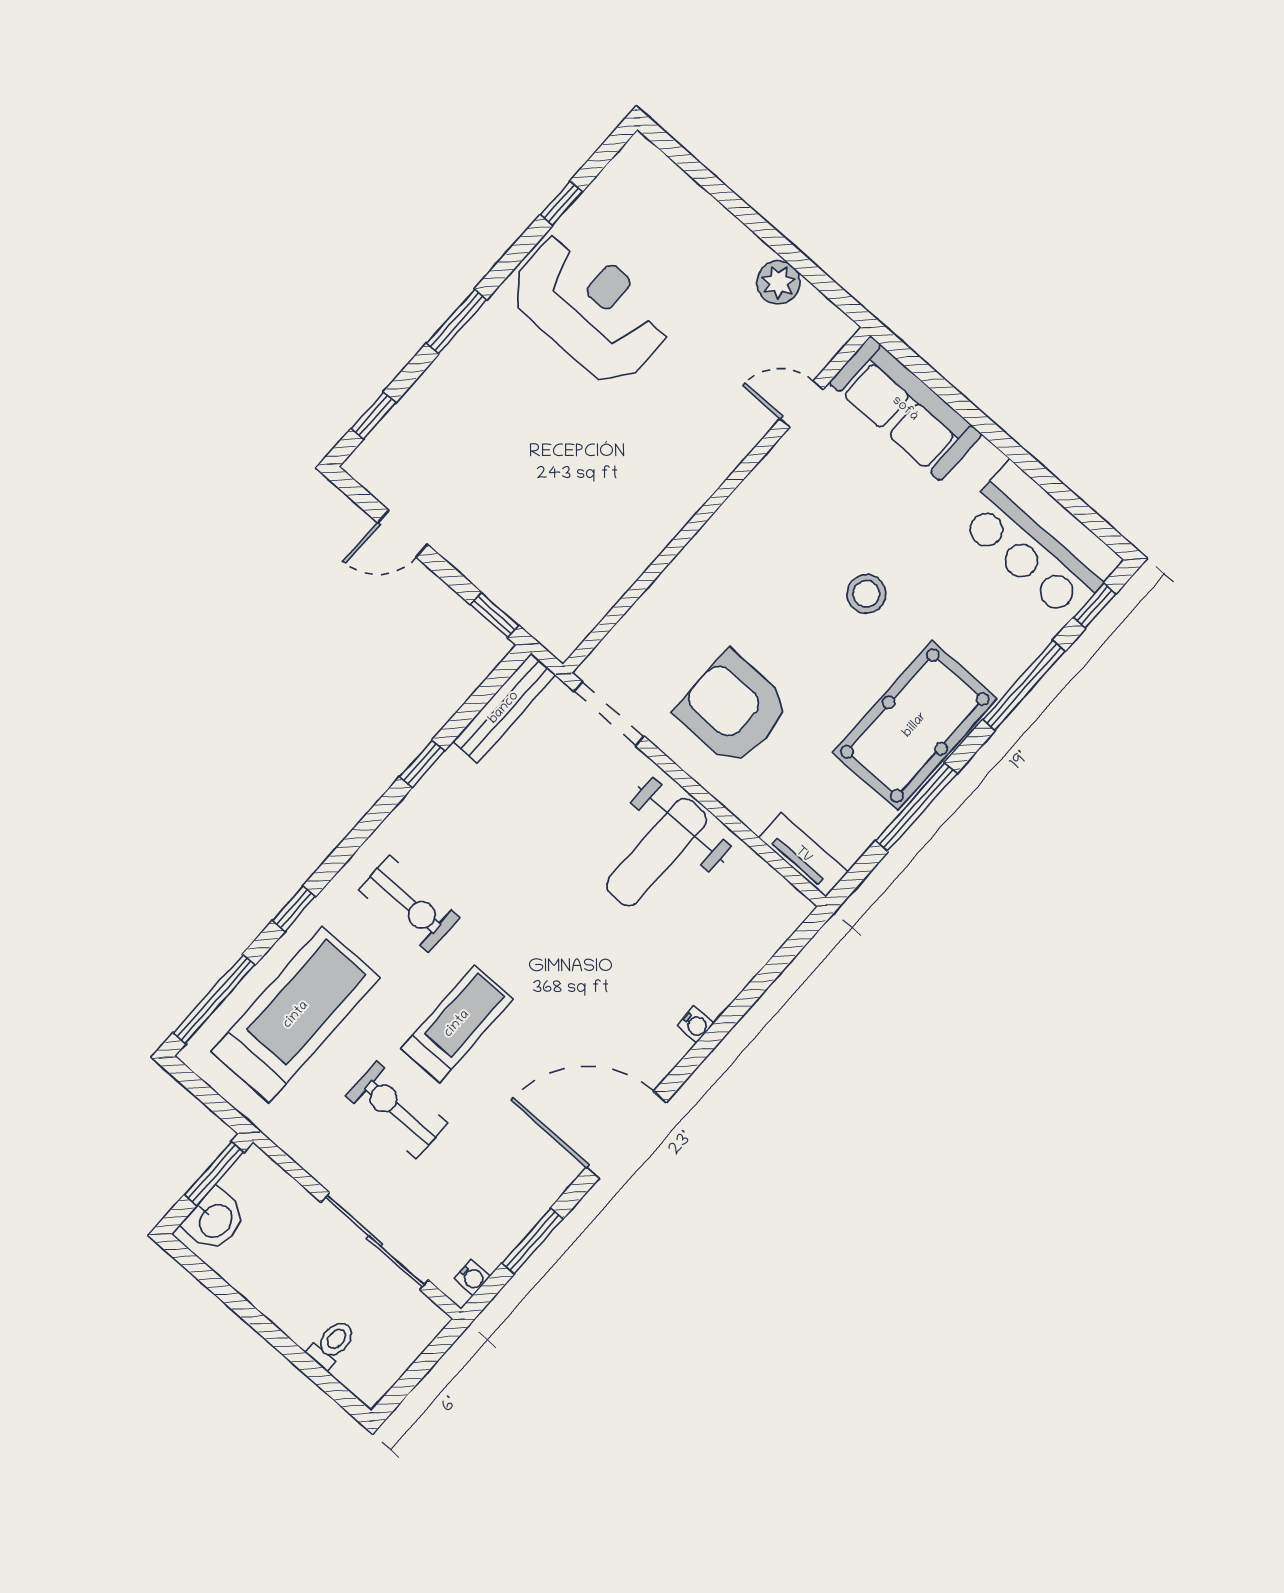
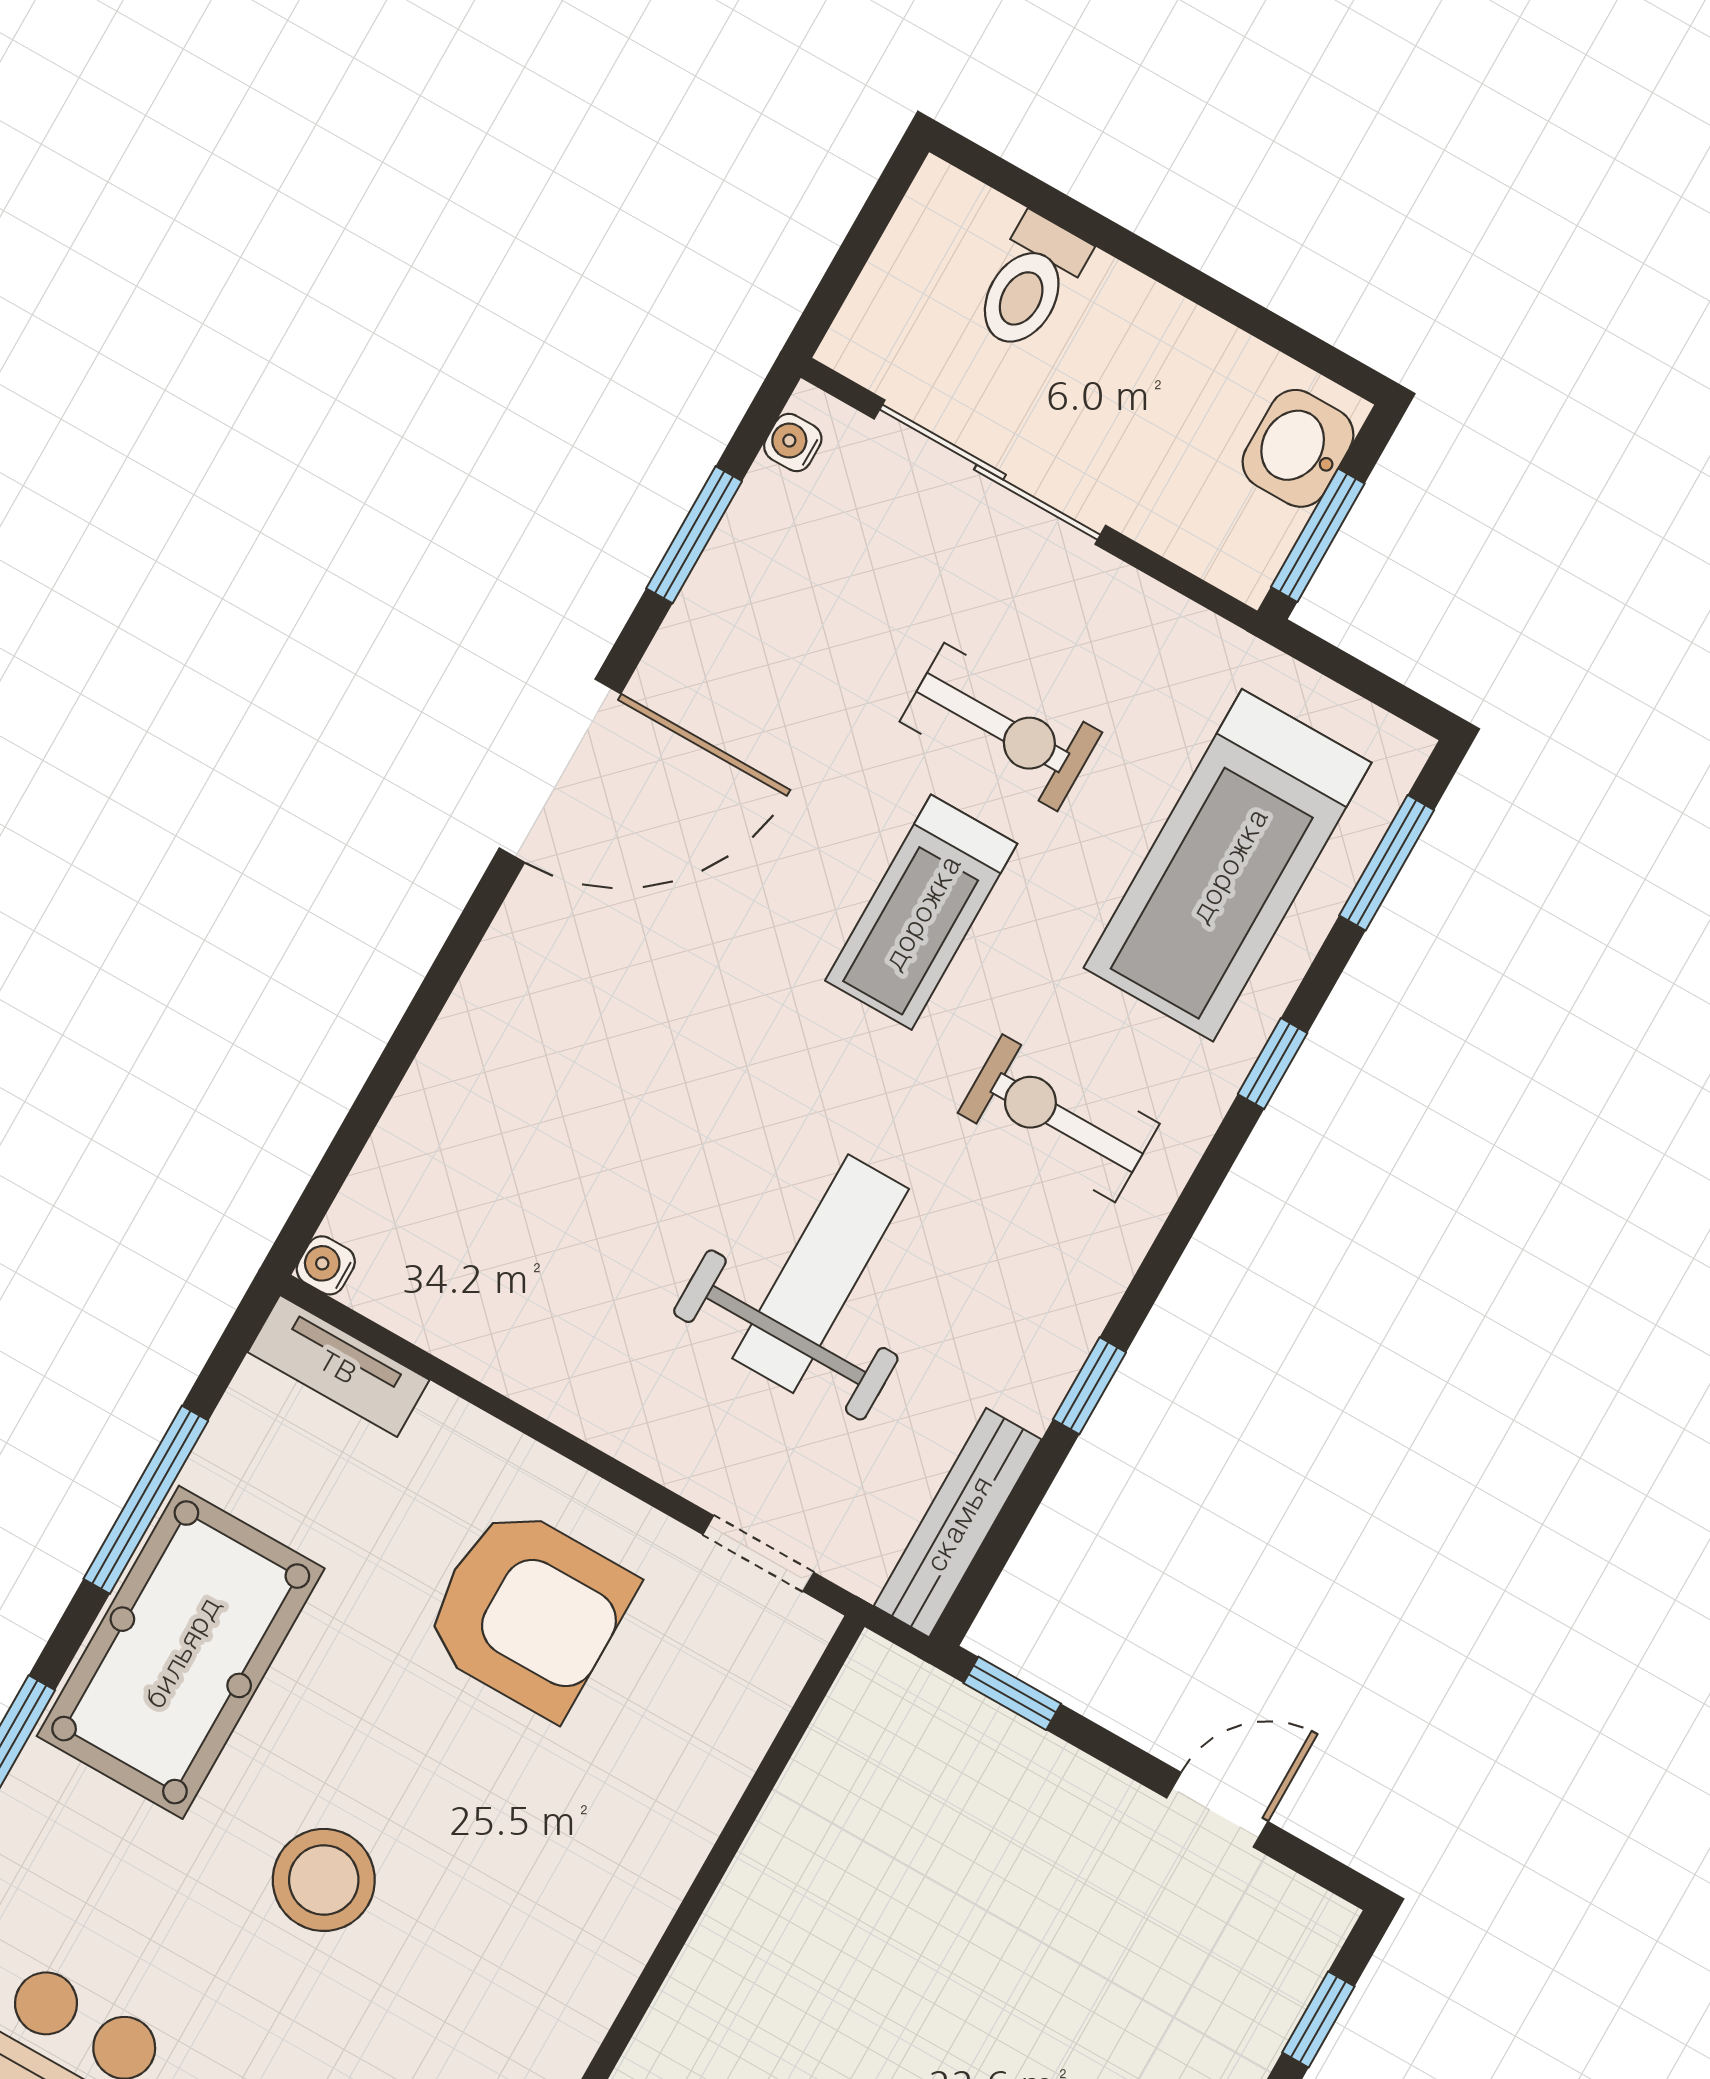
stool: (866, 594) -> (324, 1880), width x1.38, depth x1.38
doorway: (609, 714) -> (758, 1553), width x0.73
weight bench: (657, 852) -> (821, 1274), moved
window: (214, 999) -> (1387, 863), width x0.69
water cooler: (696, 1025) -> (326, 1265), moved
toilet: (332, 1344) -> (1030, 283), width x1.37, depth x1.39

